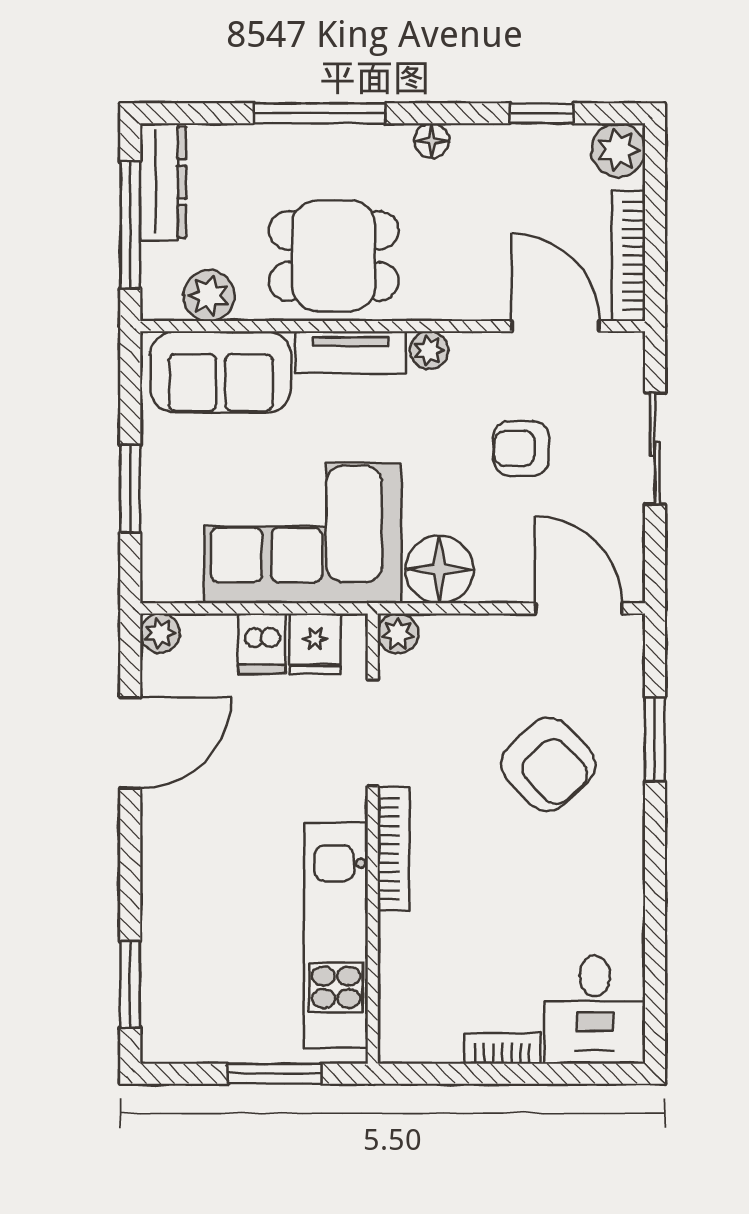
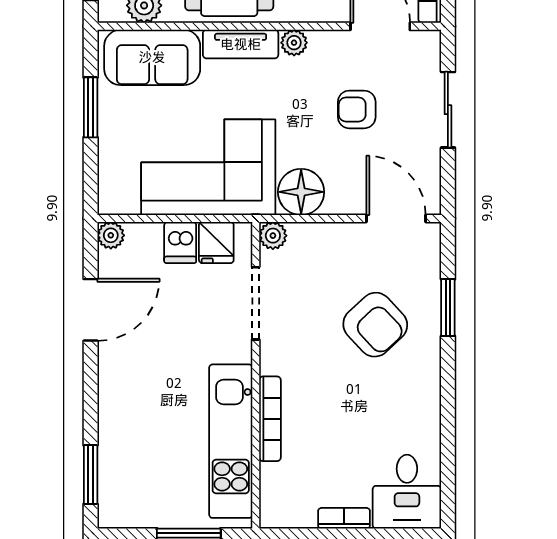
window: (130, 489) -> (91, 107), moved
bookcase: (394, 849) -> (270, 419), moved

